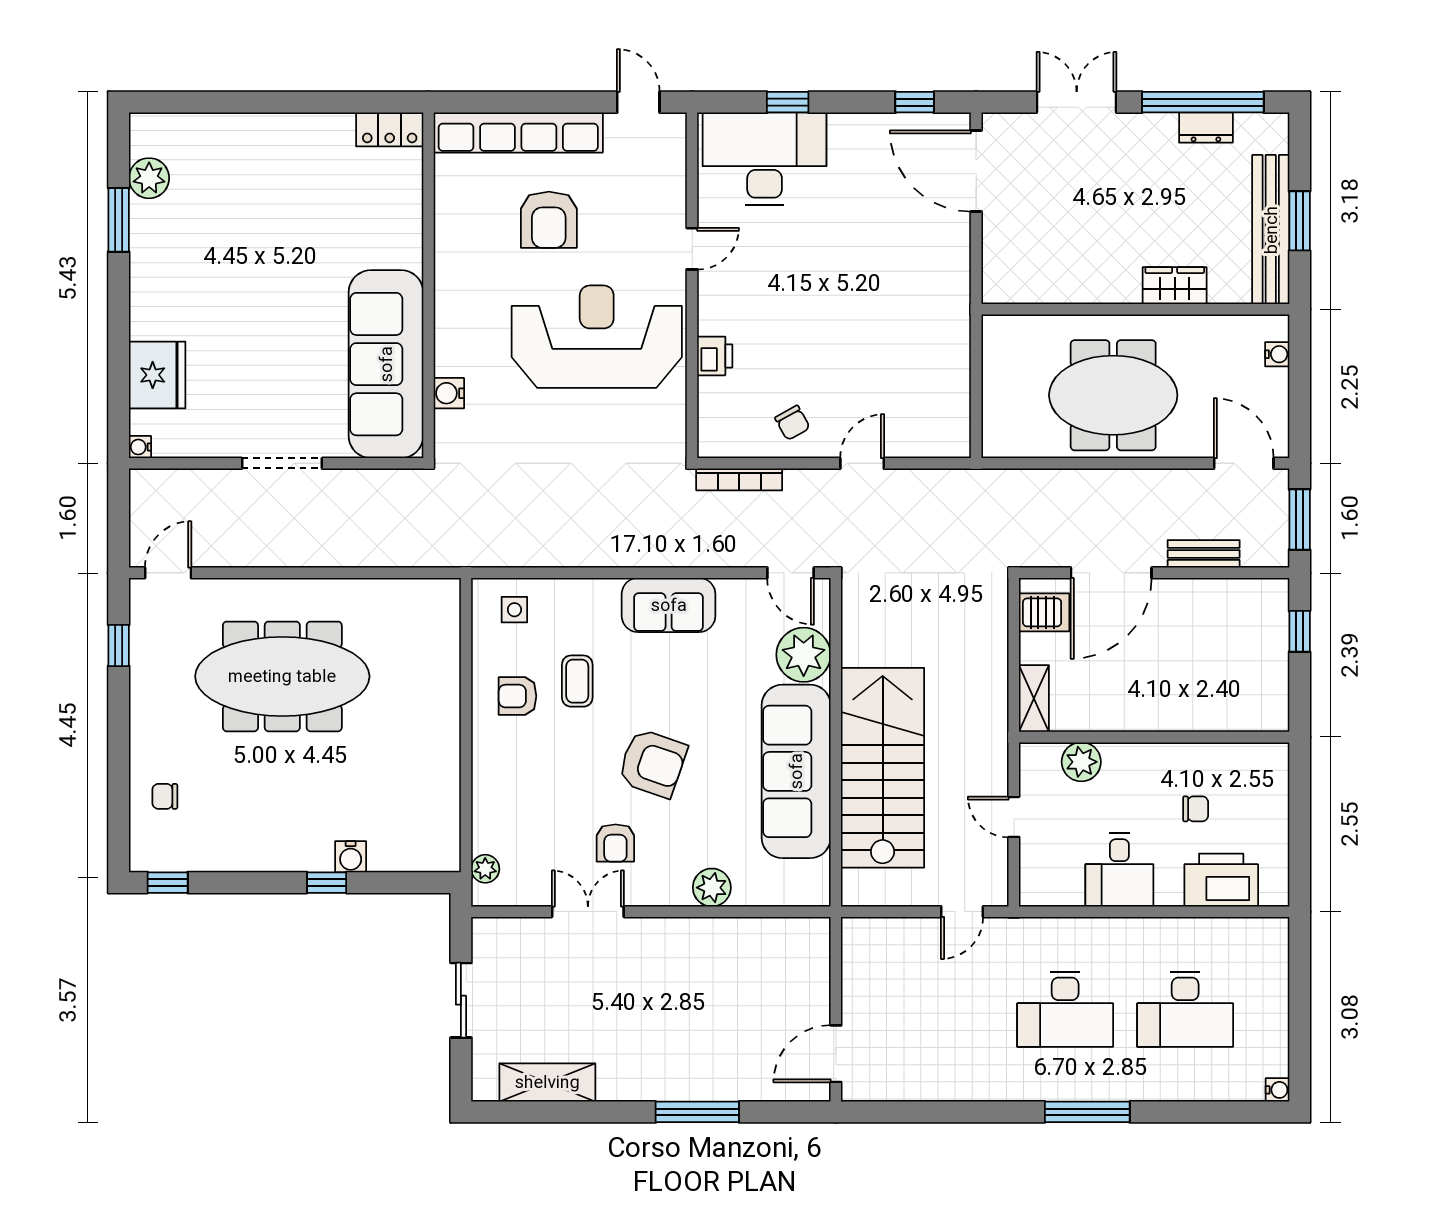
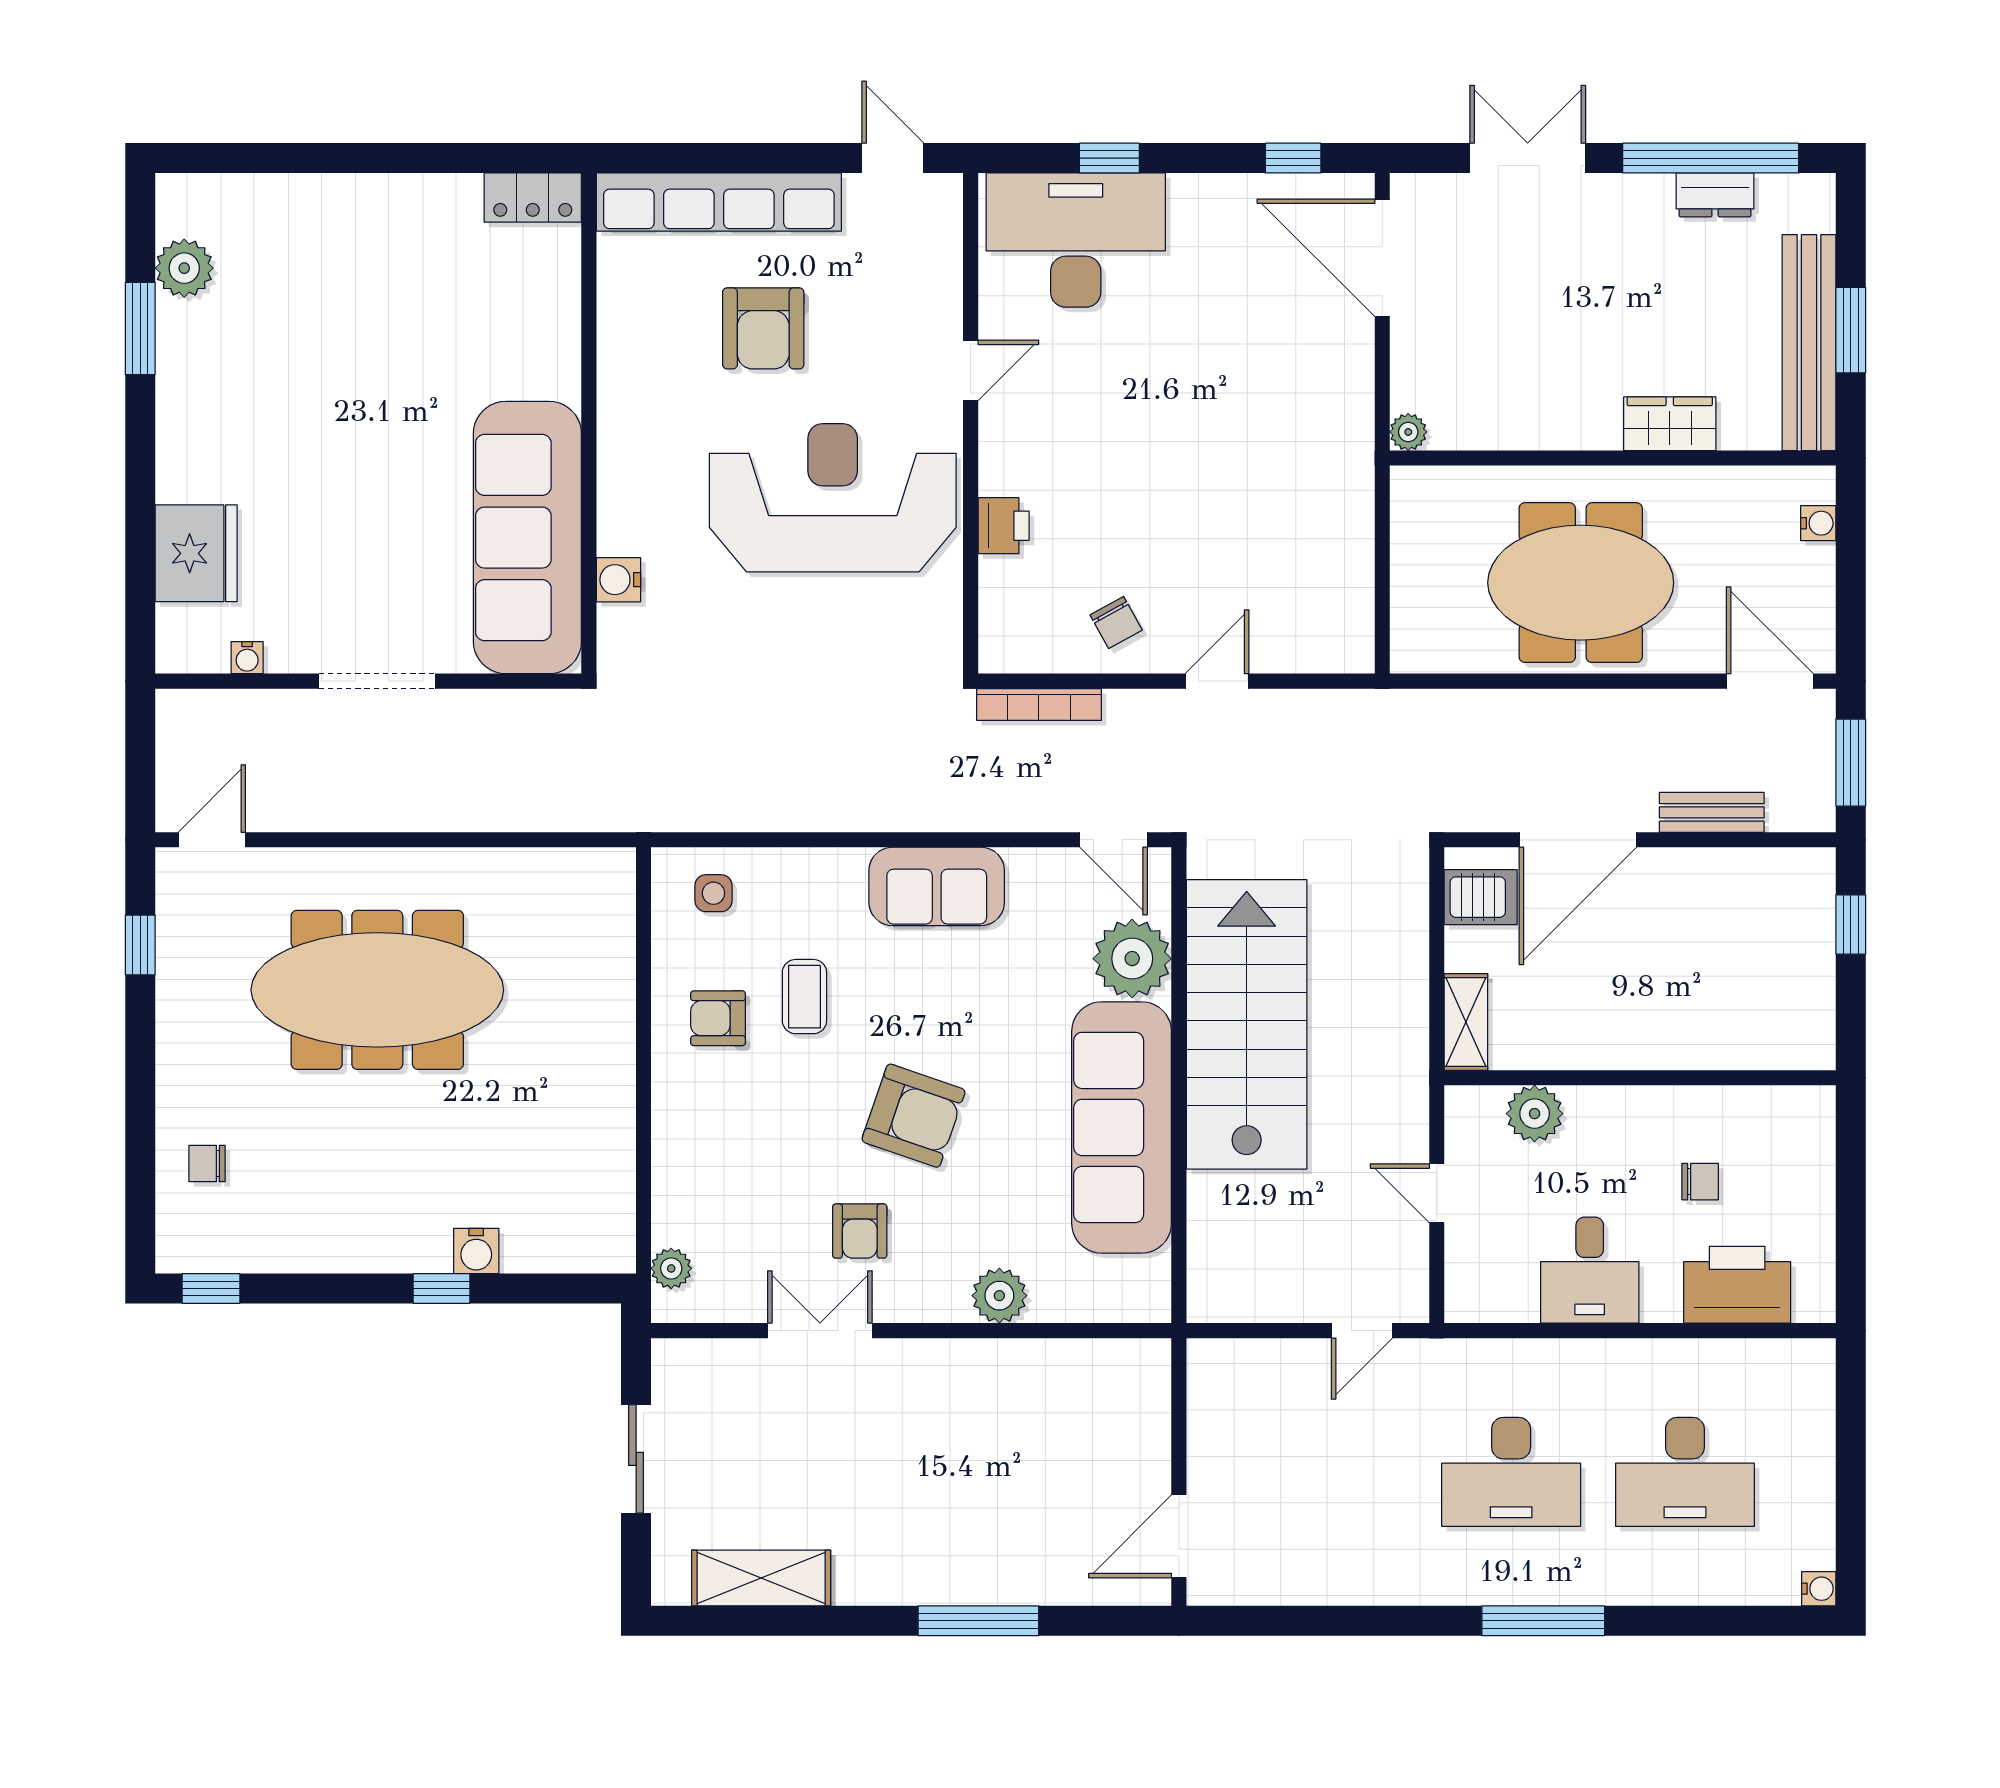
plant: (994, 291) -> (1408, 432), added
water cooler: (140, 447) -> (247, 658), moved, turned -90
stairs: (883, 768) -> (1247, 1024), moved

